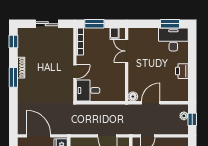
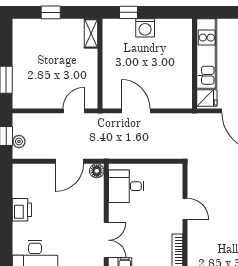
door: (75, 72) -> (185, 209), swing flipped
desk: (88, 90) -> (126, 186), moved, turned 180

